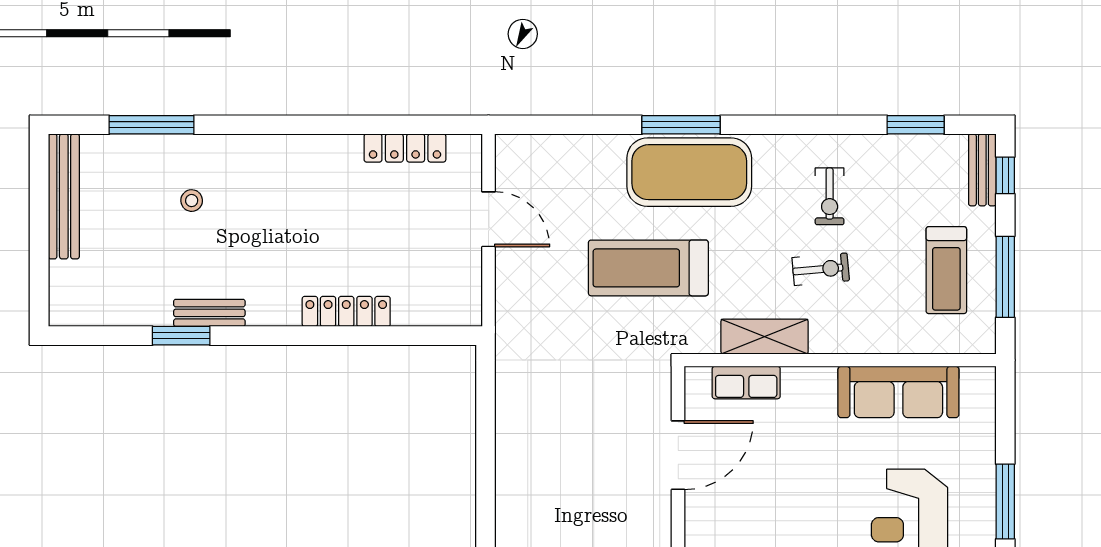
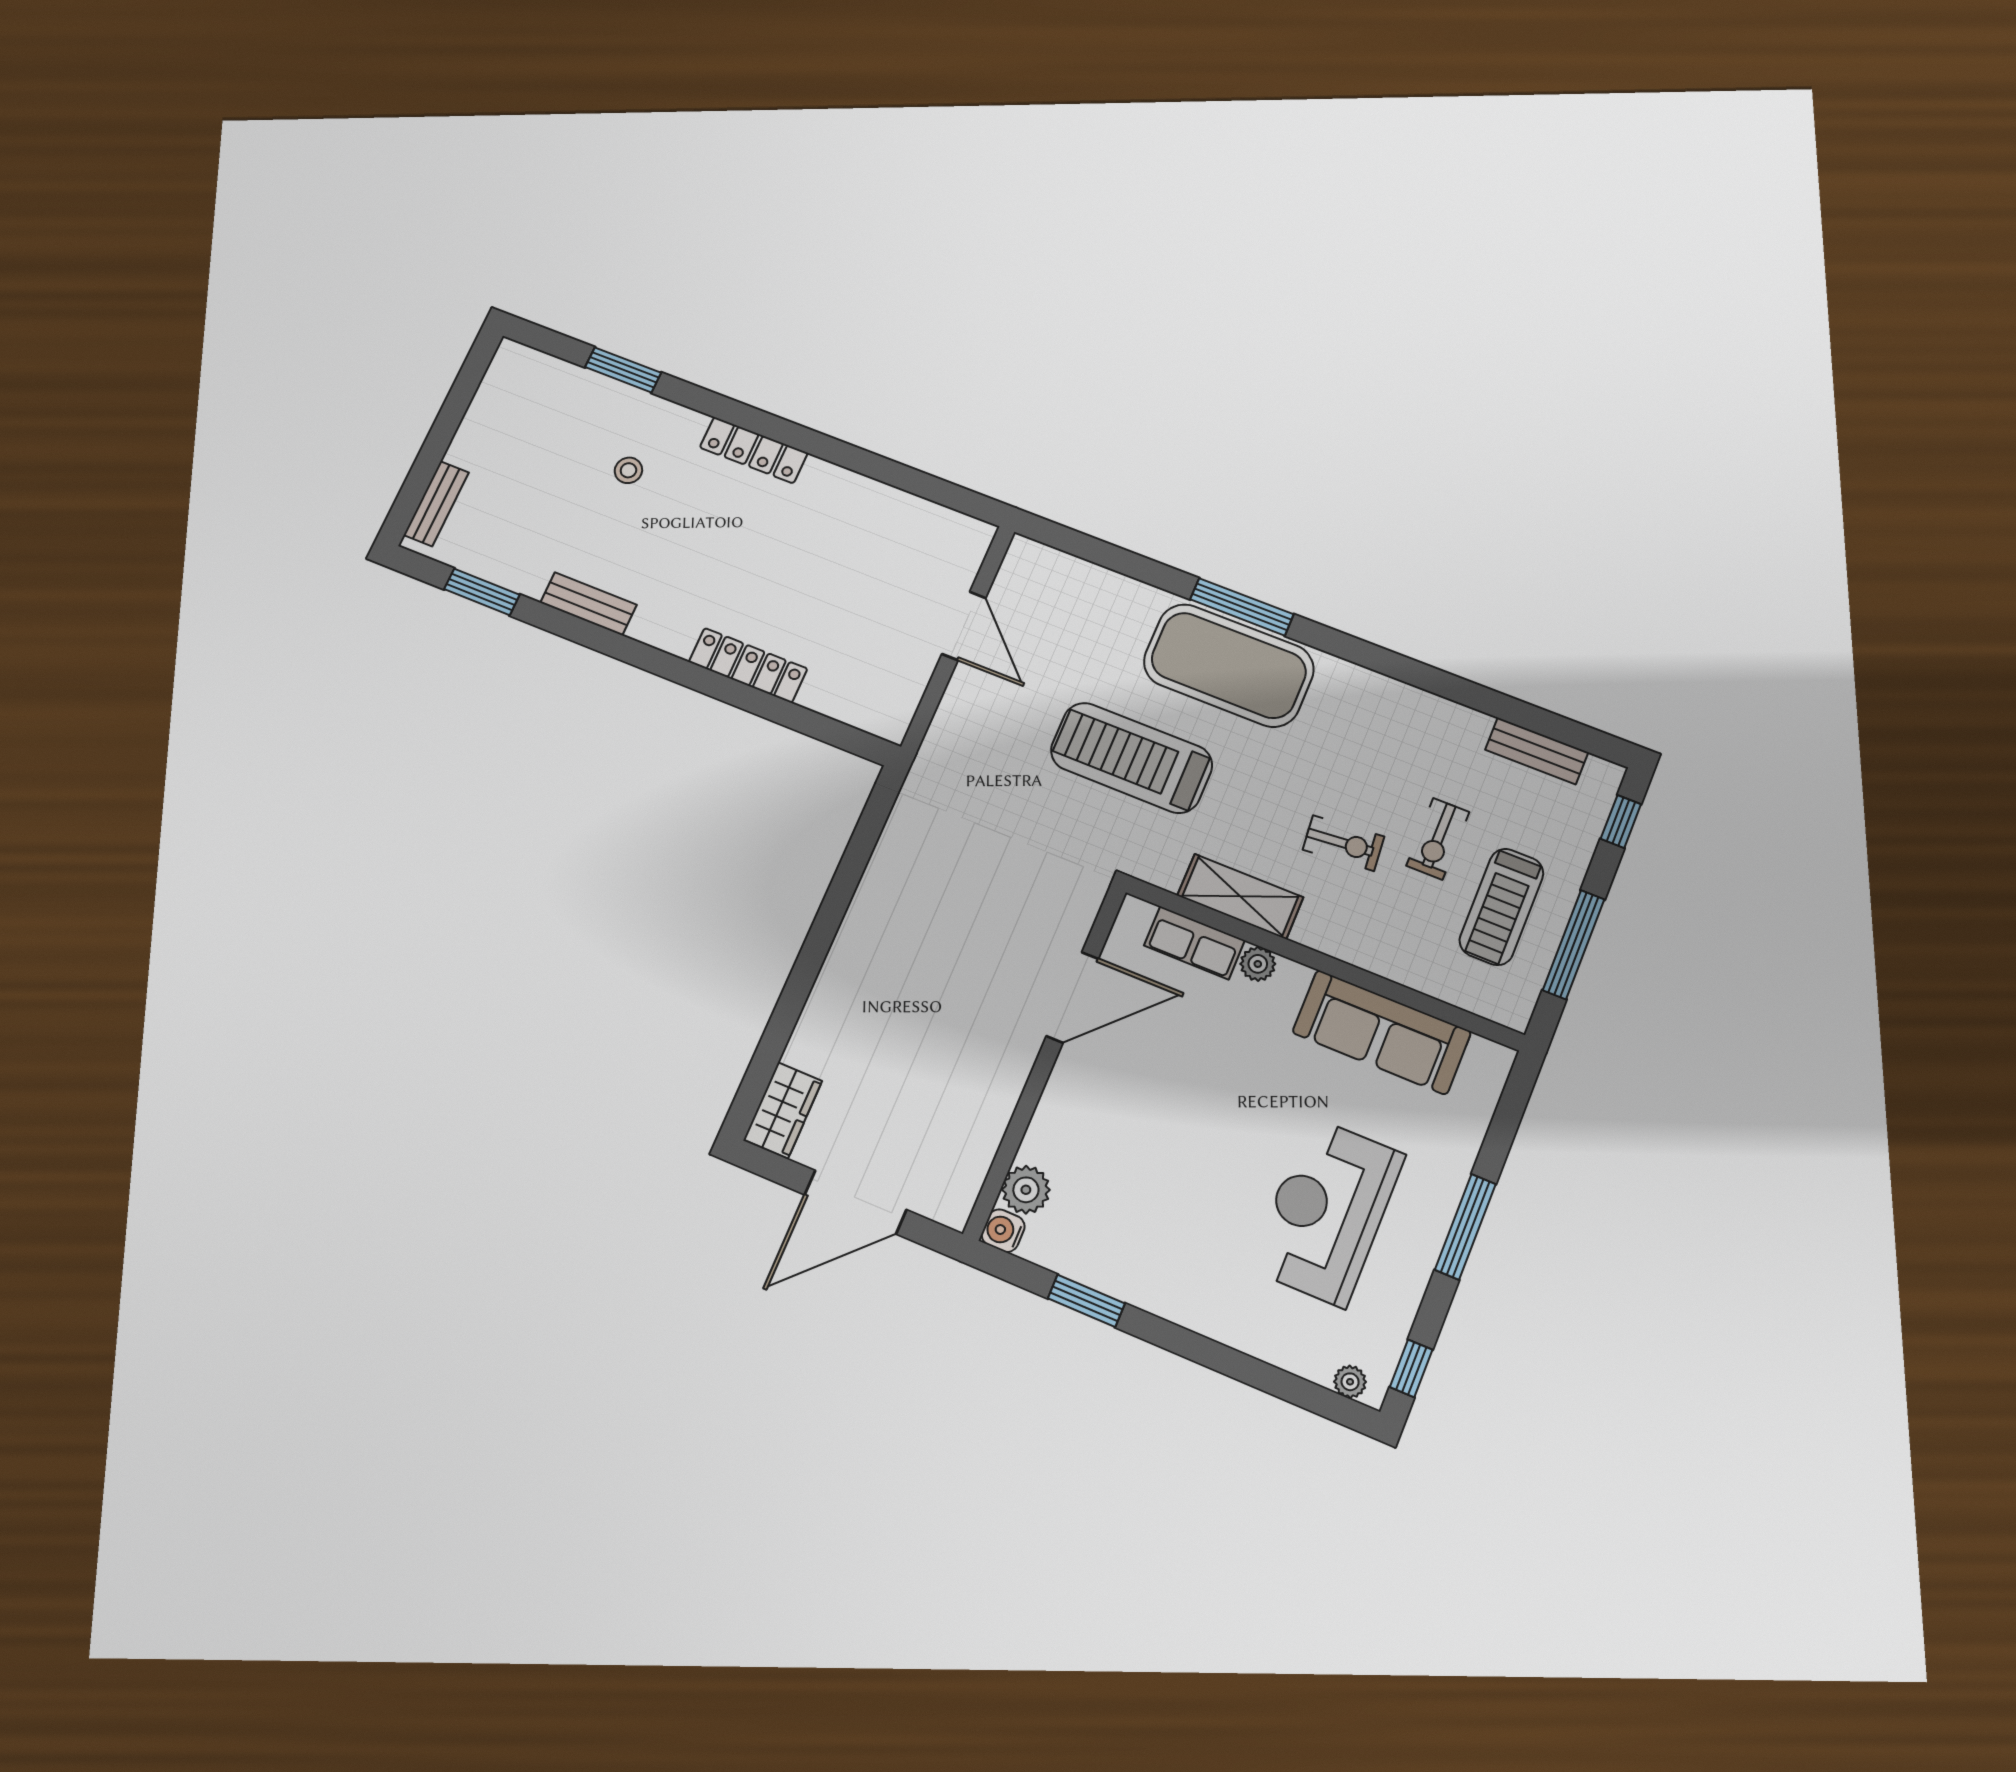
window: (151, 125) -> (623, 370), width x0.69
window: (916, 125) -> (1531, 718), removed
locker: (405, 148) -> (754, 450), moved
bench: (982, 170) -> (1537, 751), moved, turned 90
bench: (64, 196) -> (436, 504), moved, width x0.54, depth x0.82
exercise bike: (830, 196) -> (1438, 839), moved
window: (181, 336) -> (482, 592), moved
plant: (796, 379) -> (1258, 964), added

